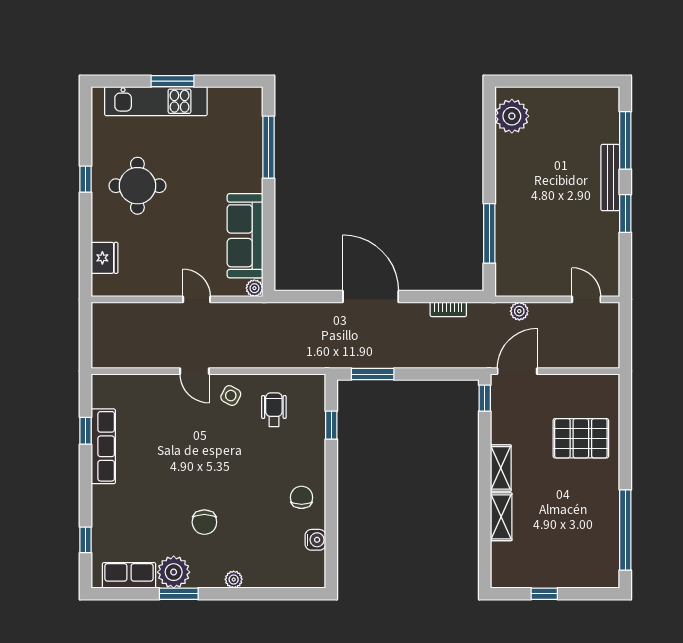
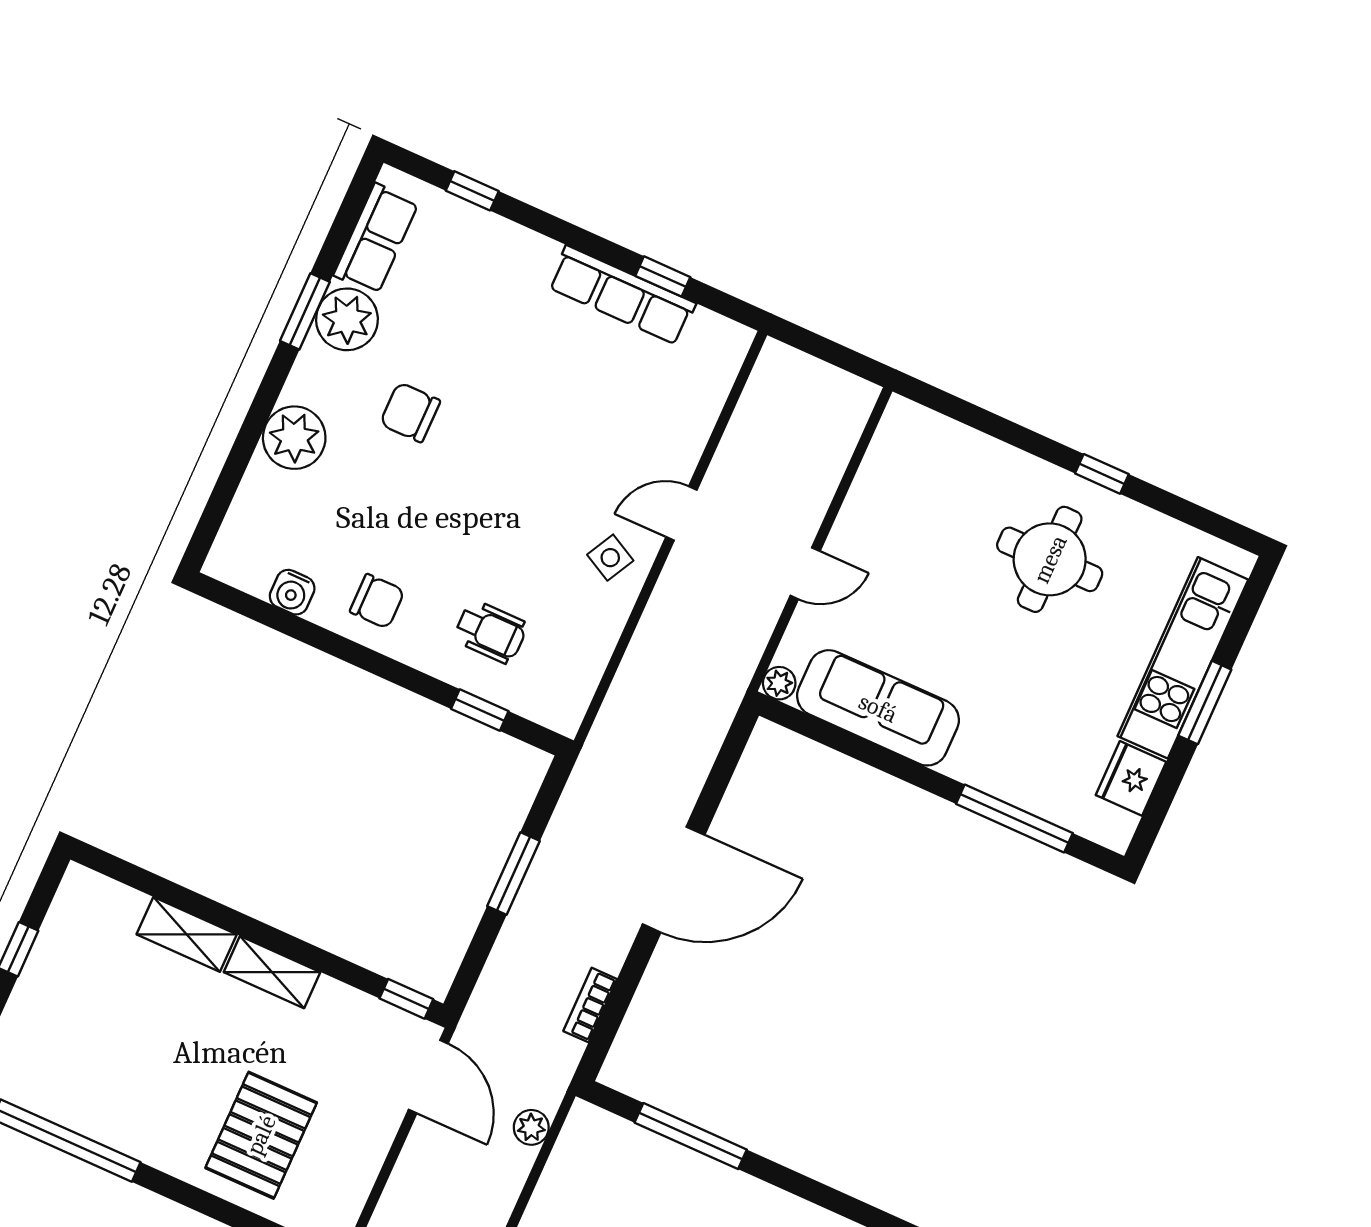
fridge: (104, 258) -> (1131, 778), moved, turned 90
window: (373, 374) -> (513, 874), moved
wheelchair: (274, 410) -> (491, 632), moved
plant: (234, 579) -> (294, 438), width x1.88, depth x1.88

